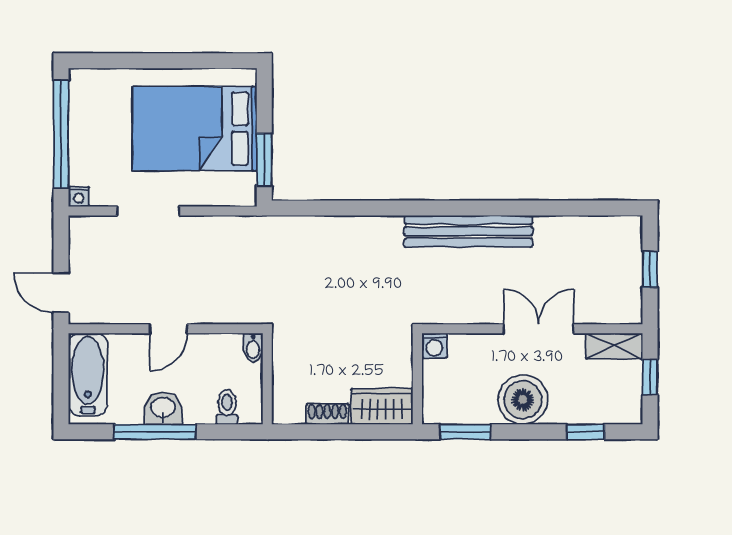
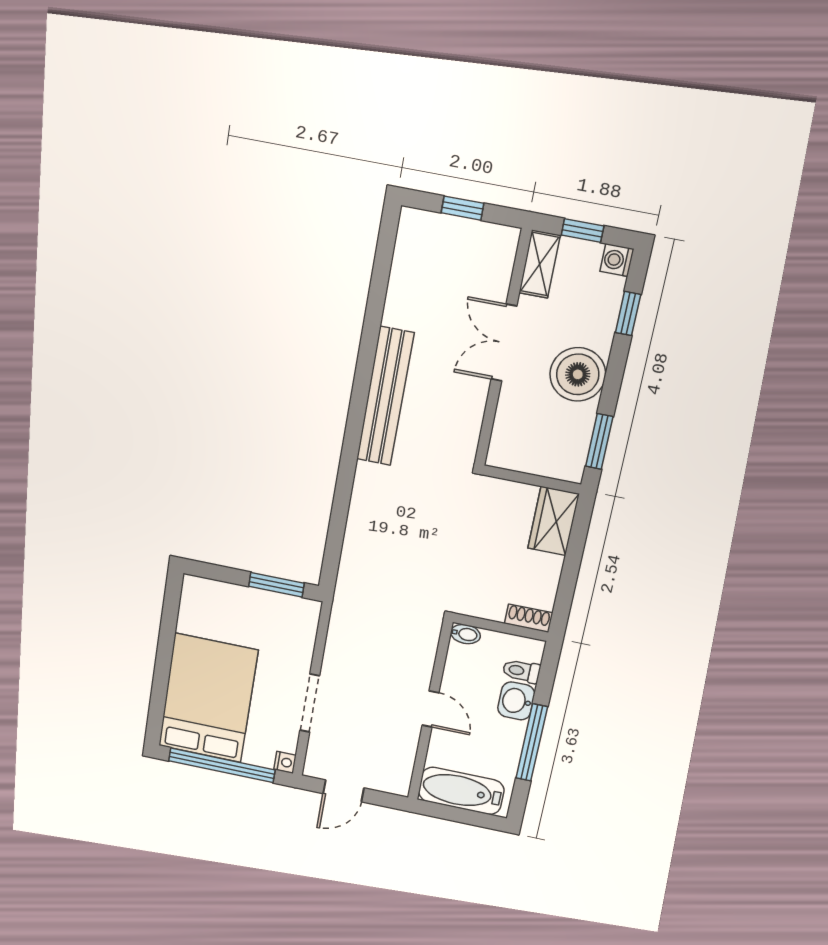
bed: (194, 129) -> (208, 698), moved, turned 180
door: (61, 293) -> (343, 791), moved
washing machine: (434, 346) -> (617, 260), moved, turned 180
washbasin: (163, 408) -> (516, 701), moved
shoe rack: (327, 414) -> (529, 618), moved, turned 90

